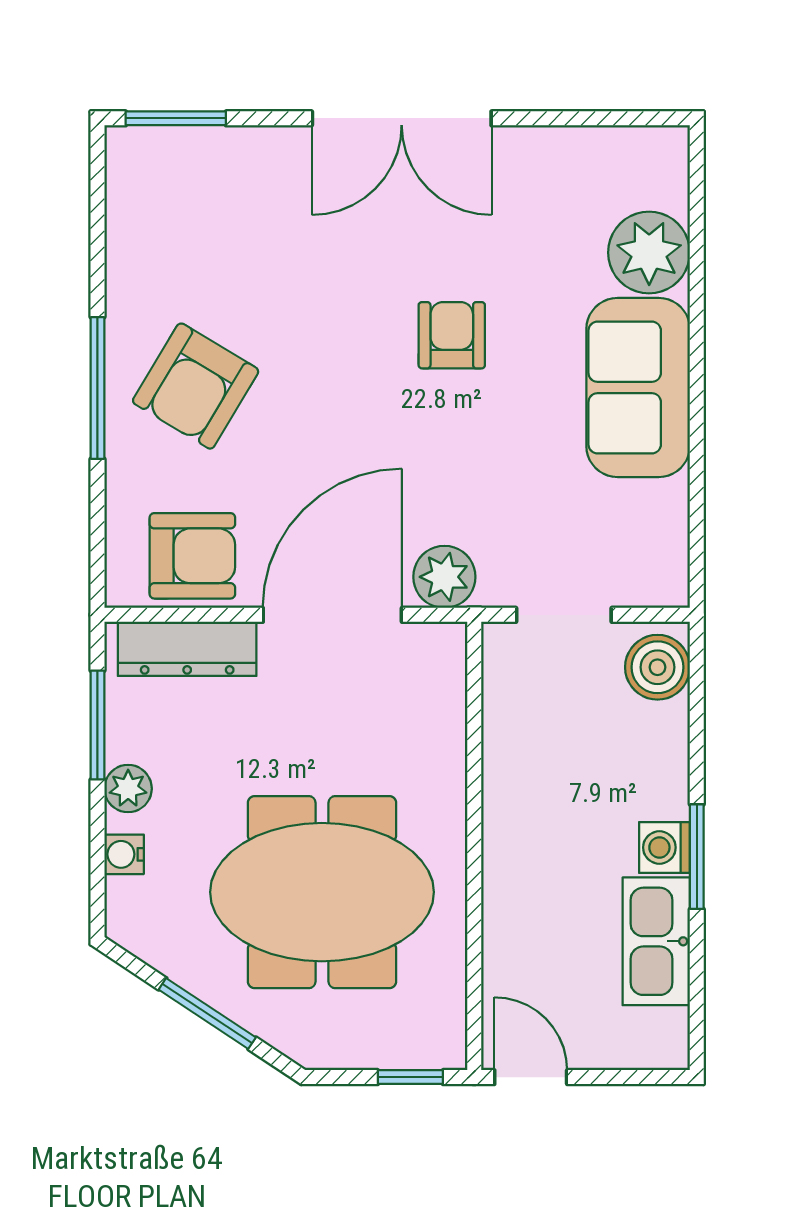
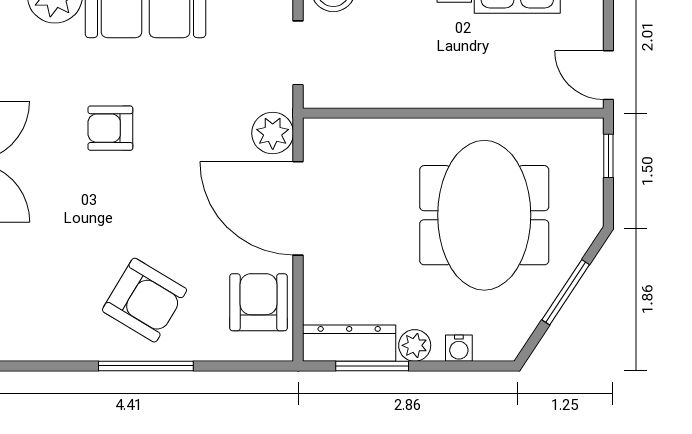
dresser: (187, 649) -> (349, 343), moved, turned -90
door: (531, 1077) -> (608, 75), hinge flipped

